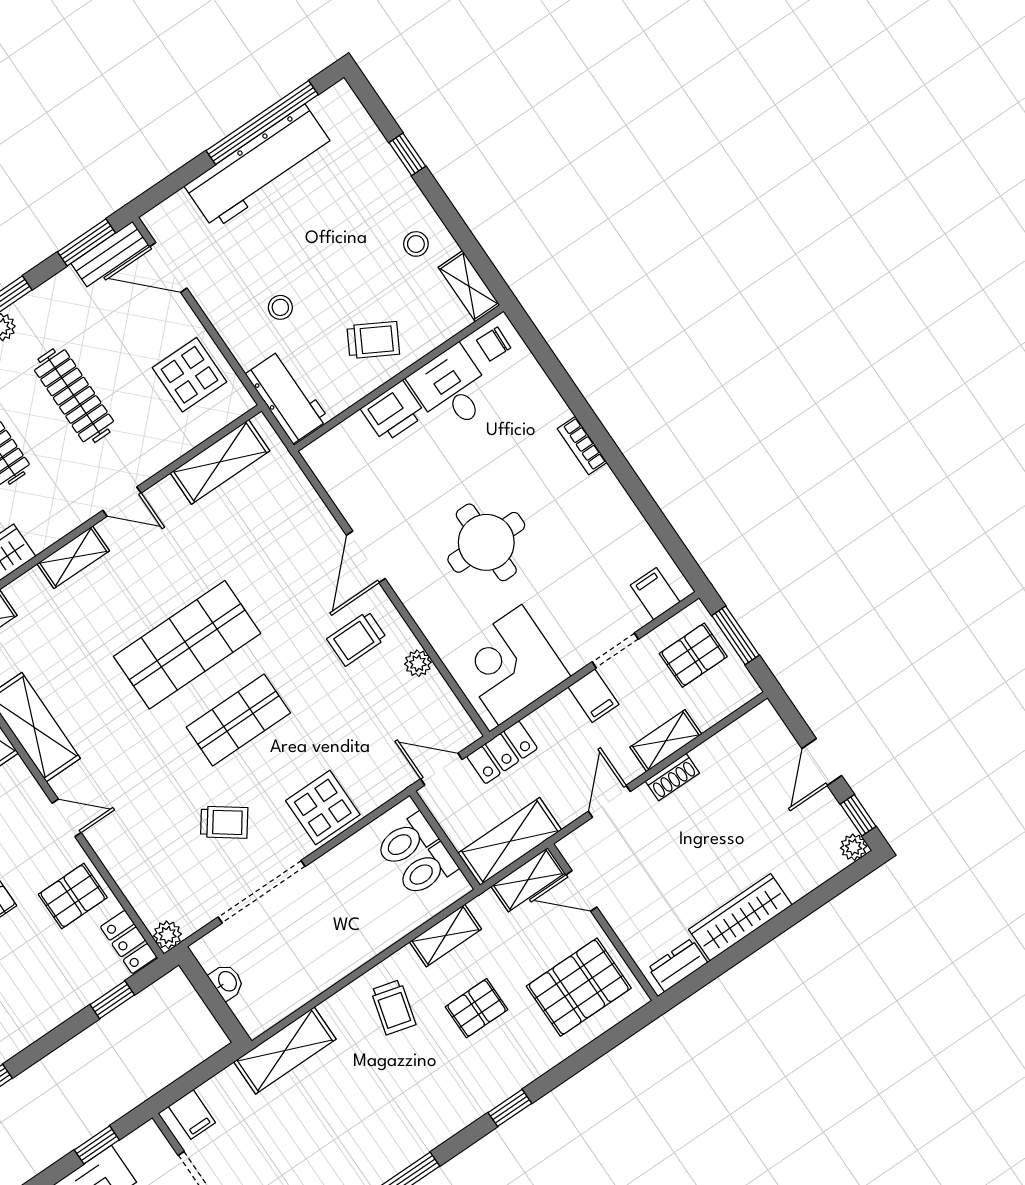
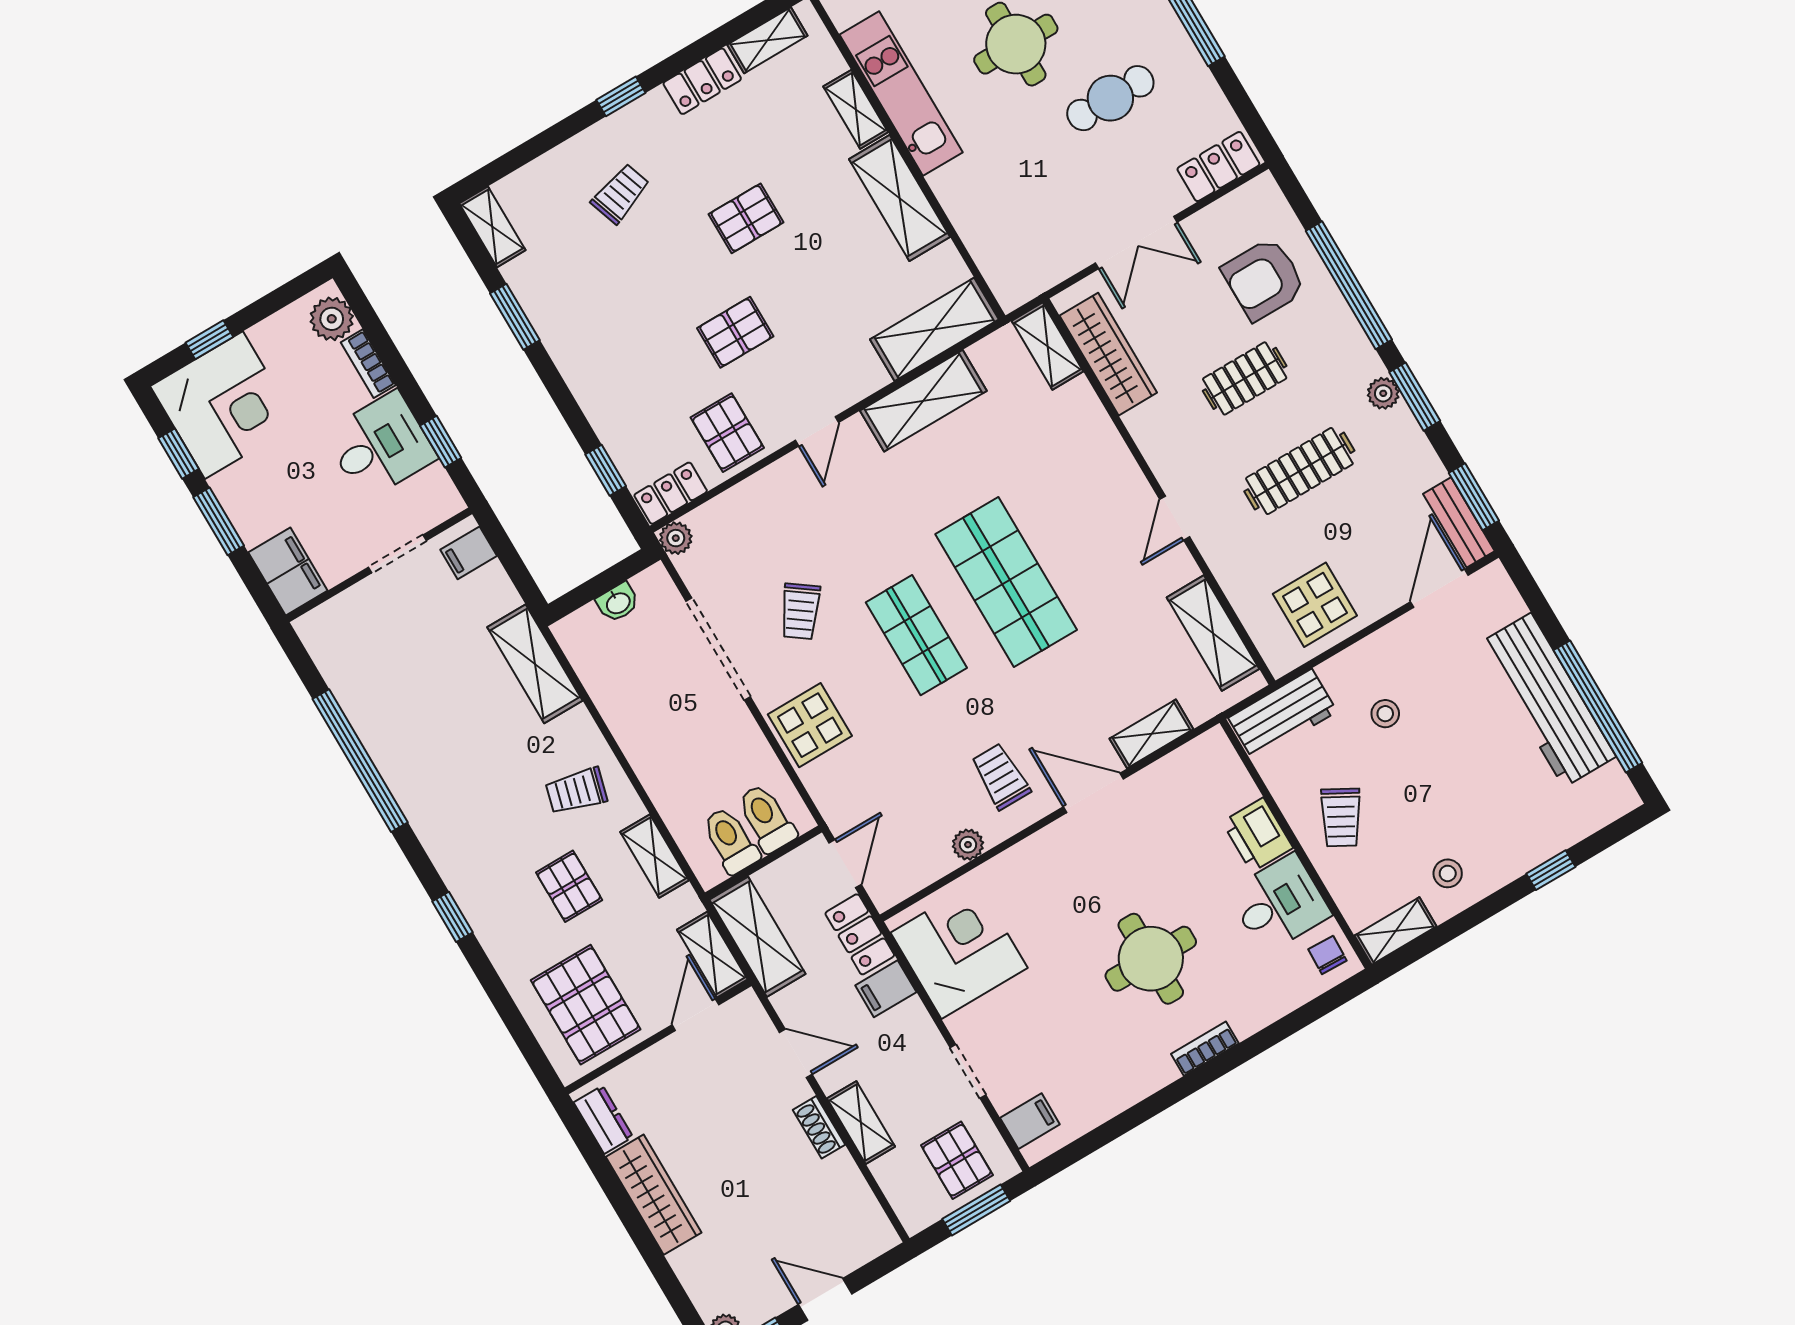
round table: (486, 542) -> (1151, 959), moved
shelving: (73, 557) -> (1151, 734), moved, turned 90
filing cabinet: (593, 696) -> (886, 989), moved

